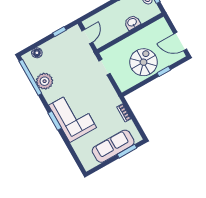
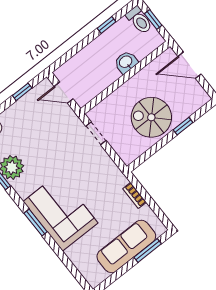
door: (87, 36) -> (64, 93), swing flipped
door: (180, 41) -> (189, 65), moved
spiral stairs: (143, 62) -> (151, 117), turned -90

